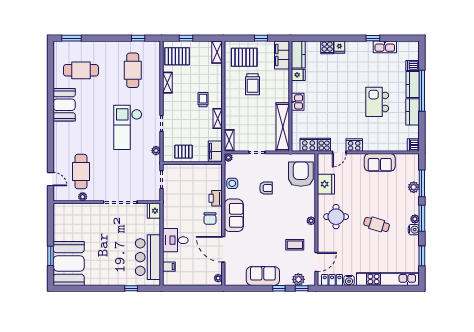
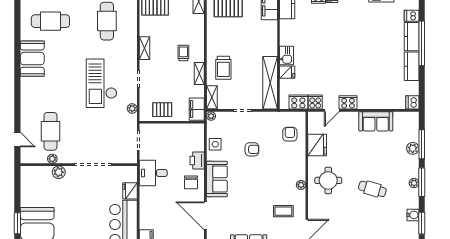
fridge: (298, 75) -> (287, 72), moved
shelving: (167, 83) -> (145, 48), moved
trolley: (253, 84) -> (223, 68), moved
kitchen island: (377, 102) -> (373, 56), removed
armchair: (301, 174) -> (290, 134), width x0.53, depth x0.53
plant: (89, 209) -> (59, 172), added
fridge: (154, 211) -> (130, 191), moved
water cooler: (414, 230) -> (413, 215), moved
desk: (175, 240) -> (153, 173), moved

